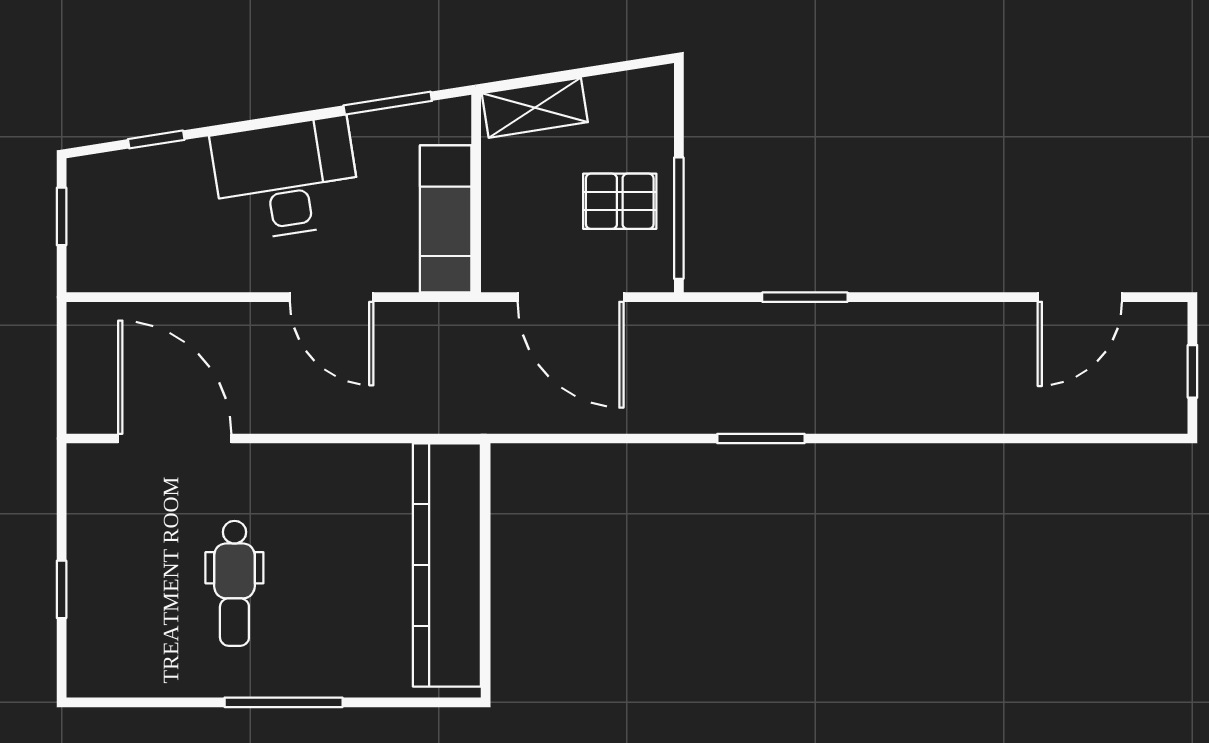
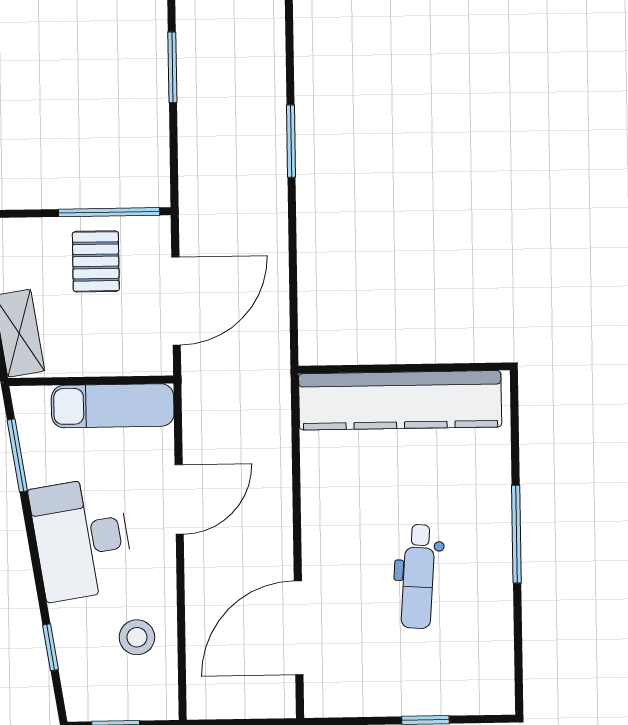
stool: (167, 244) -> (137, 637), added
window: (805, 297) -> (172, 67), moved
dental chair: (234, 583) -> (418, 576), turned 94

